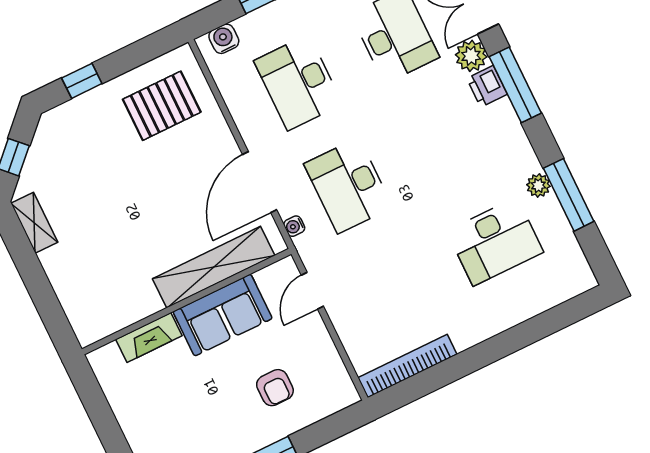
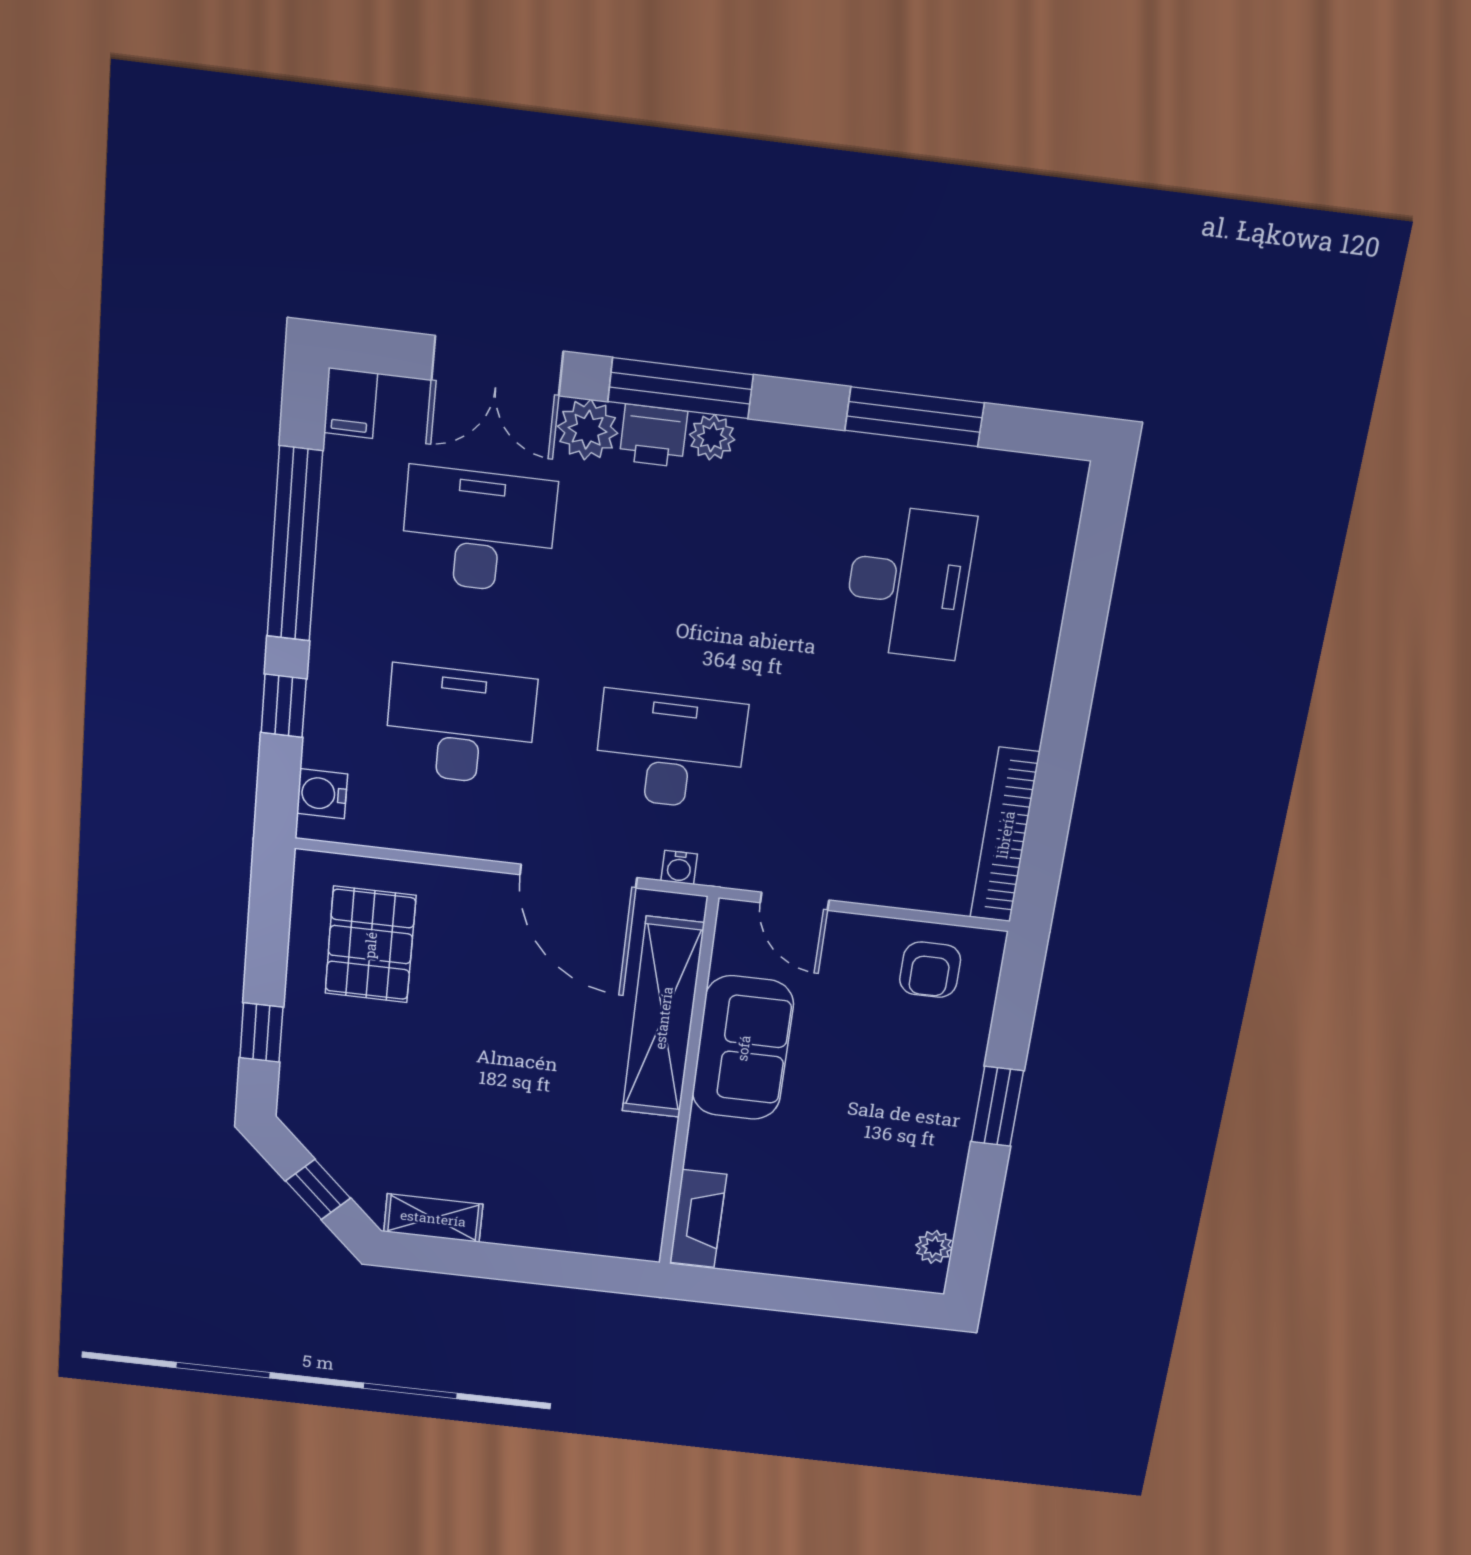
desk: (298, 82) -> (460, 725), turned 180
plant: (538, 185) -> (712, 437), moved
desk: (348, 186) -> (670, 750), turned 180
fireplace: (149, 337) -> (698, 1219), moved
armchair: (275, 388) -> (930, 970), moved, turned 90

